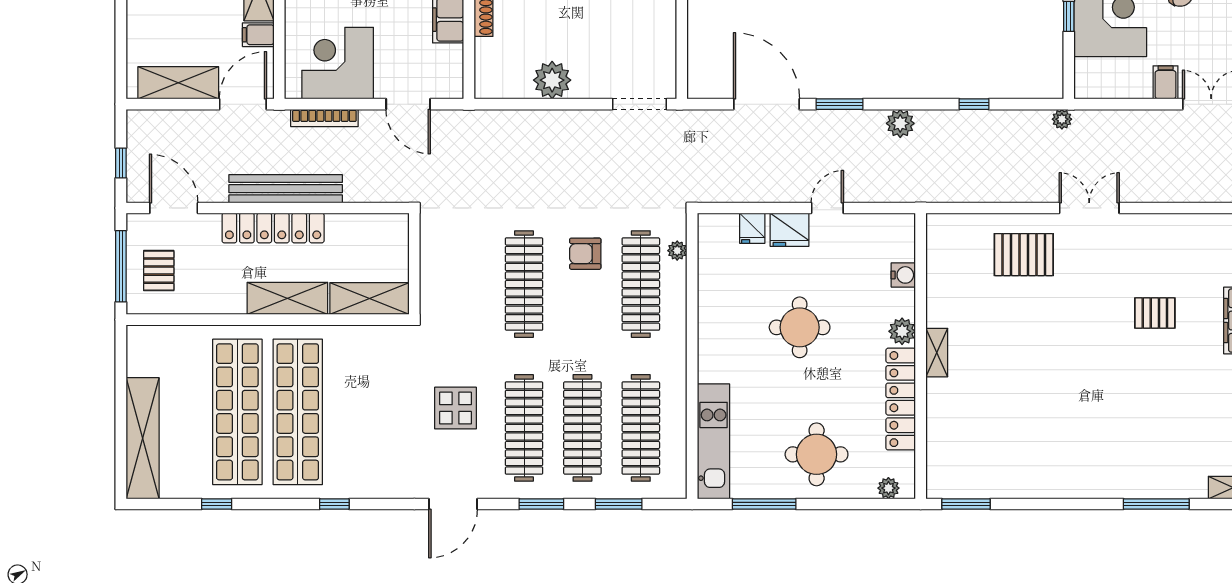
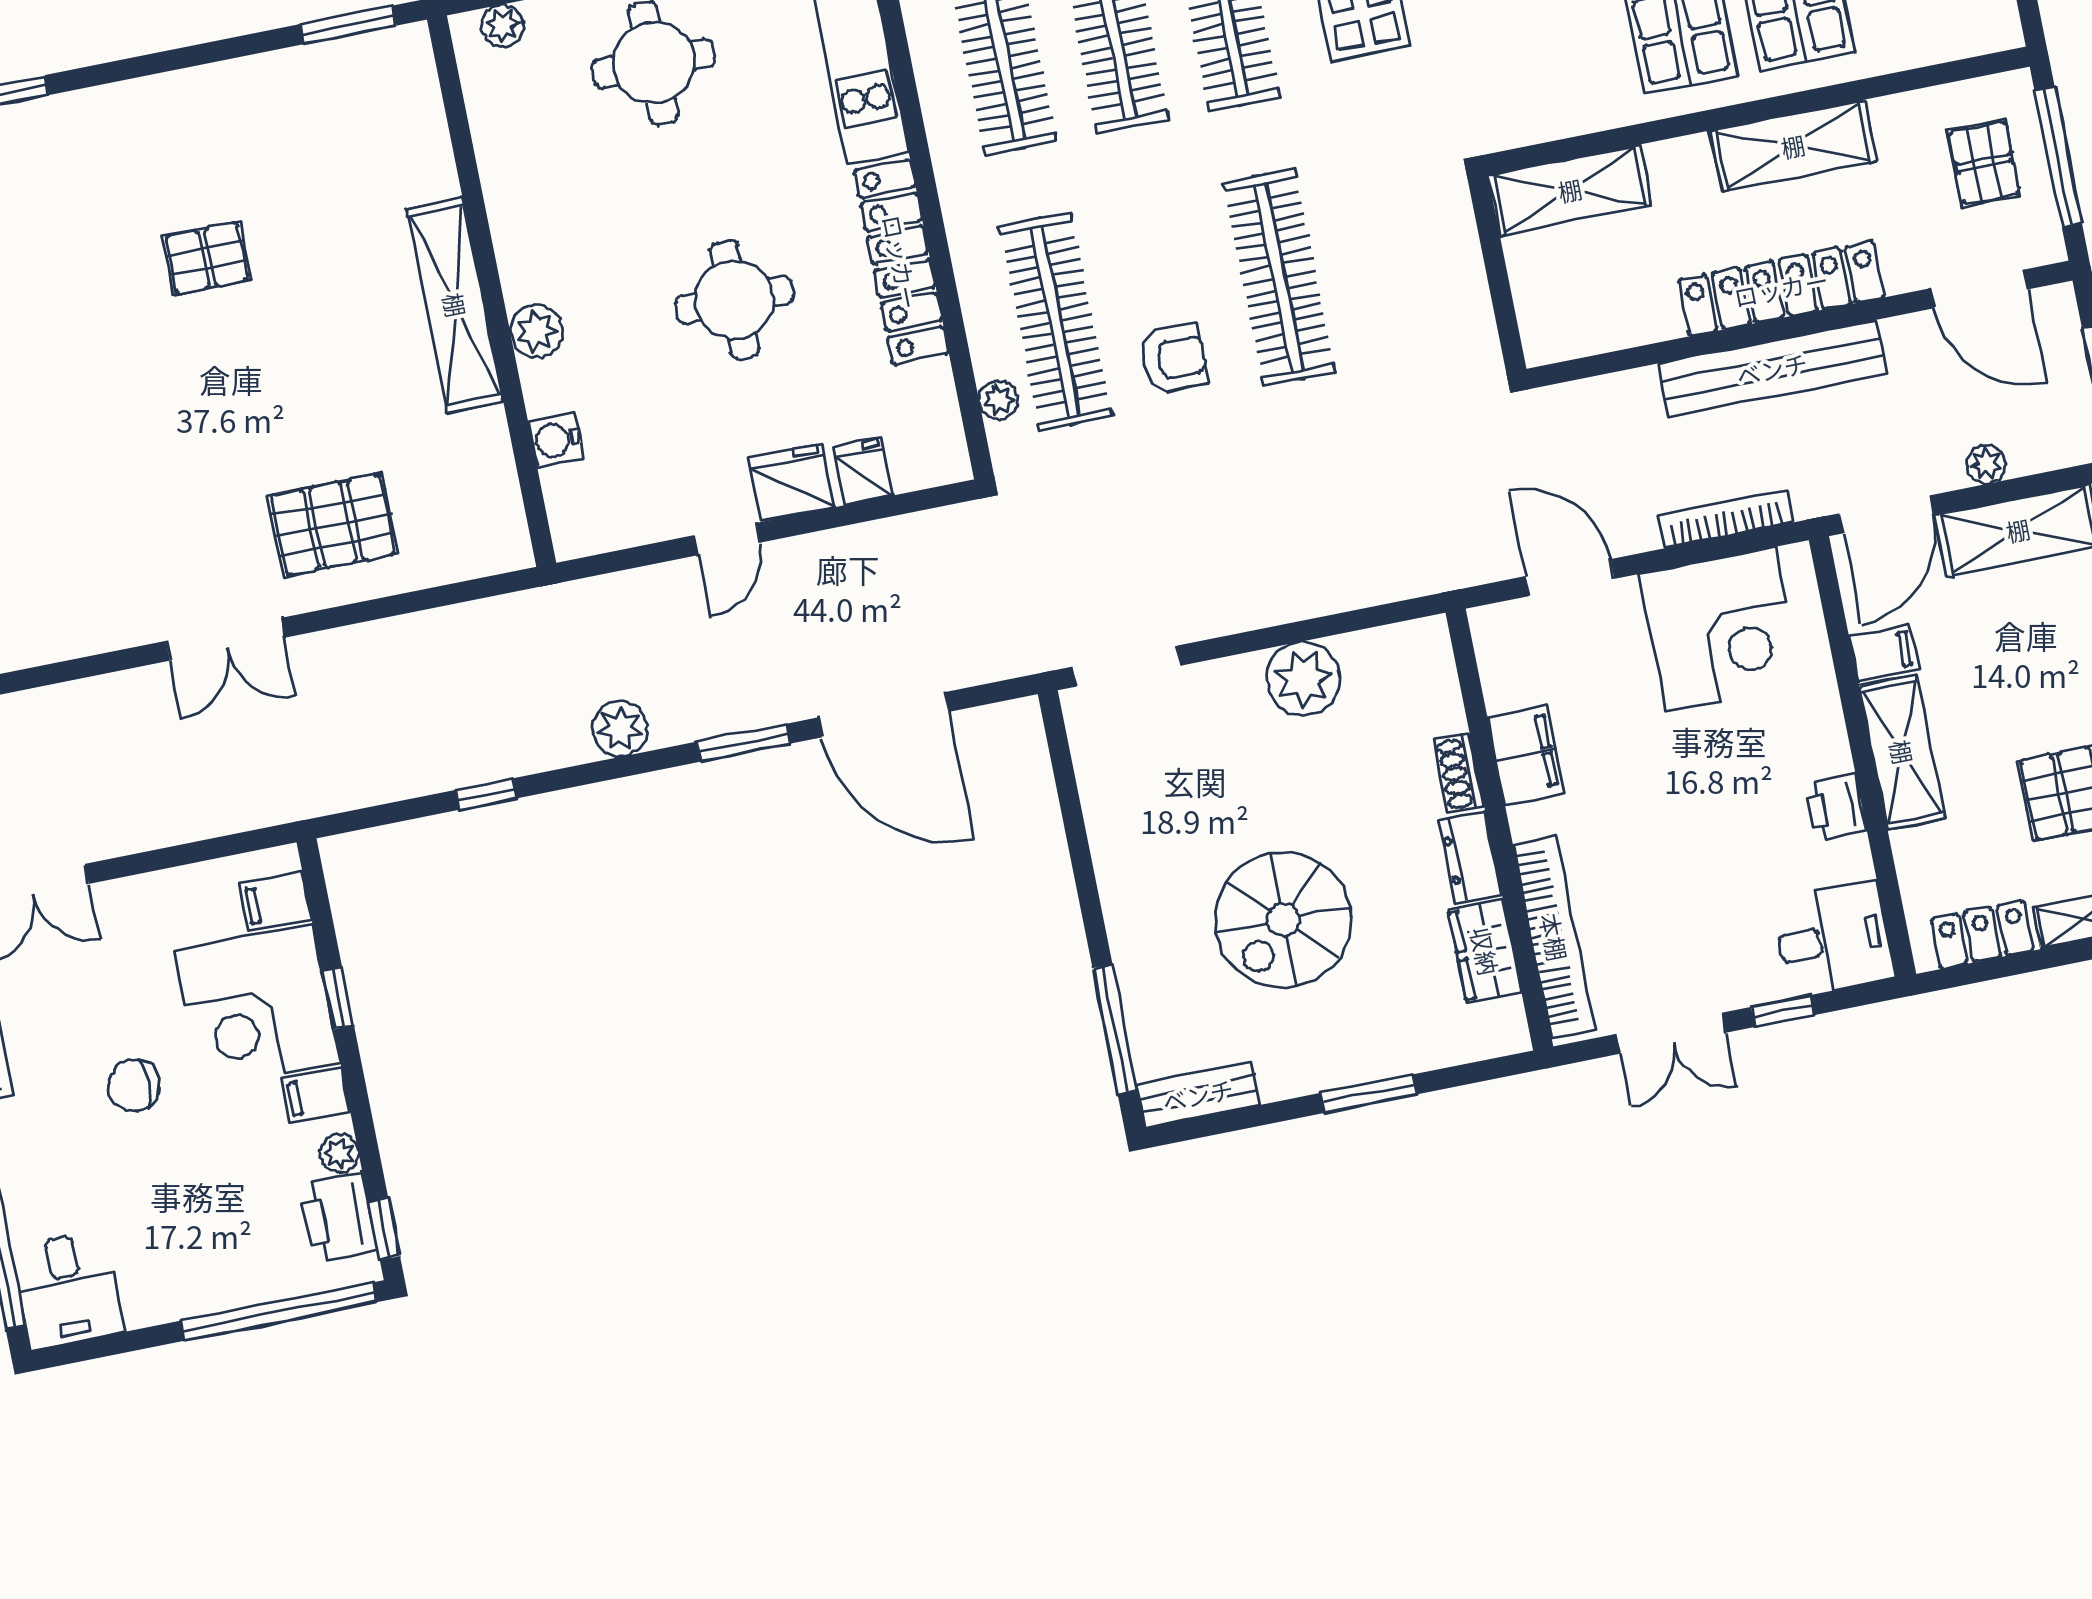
filing cabinet: (1166, 82) -> (275, 902), moved, turned 90
plant: (1062, 119) -> (1986, 464), moved
shelving: (287, 298) -> (1793, 146), moved
pallet: (1155, 313) -> (207, 258), moved
shelving: (937, 353) -> (455, 305), width x2.20, depth x1.33
locker: (901, 399) -> (901, 262), moved, turned 180

